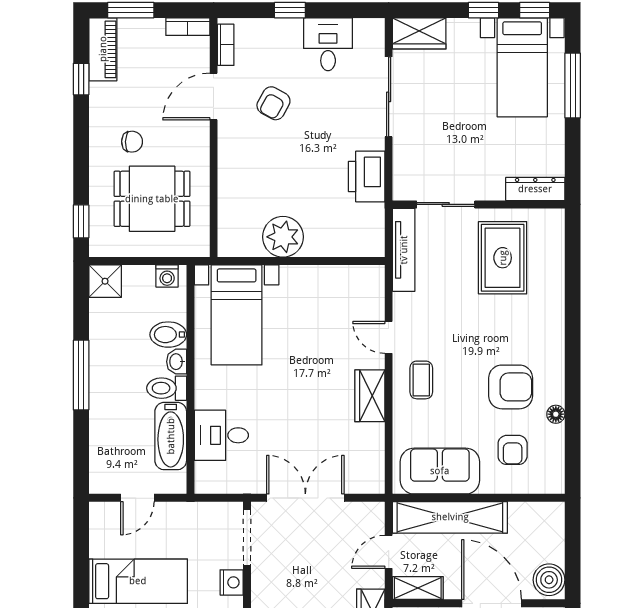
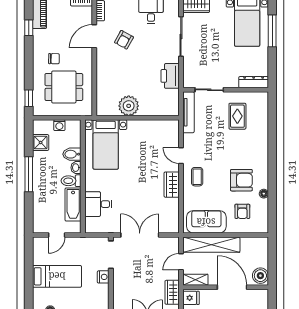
rug: (503, 258) -> (237, 116), width x0.73, depth x0.70
washing machine: (167, 276) -> (59, 125), moved
shower: (105, 281) -> (41, 143), moved

